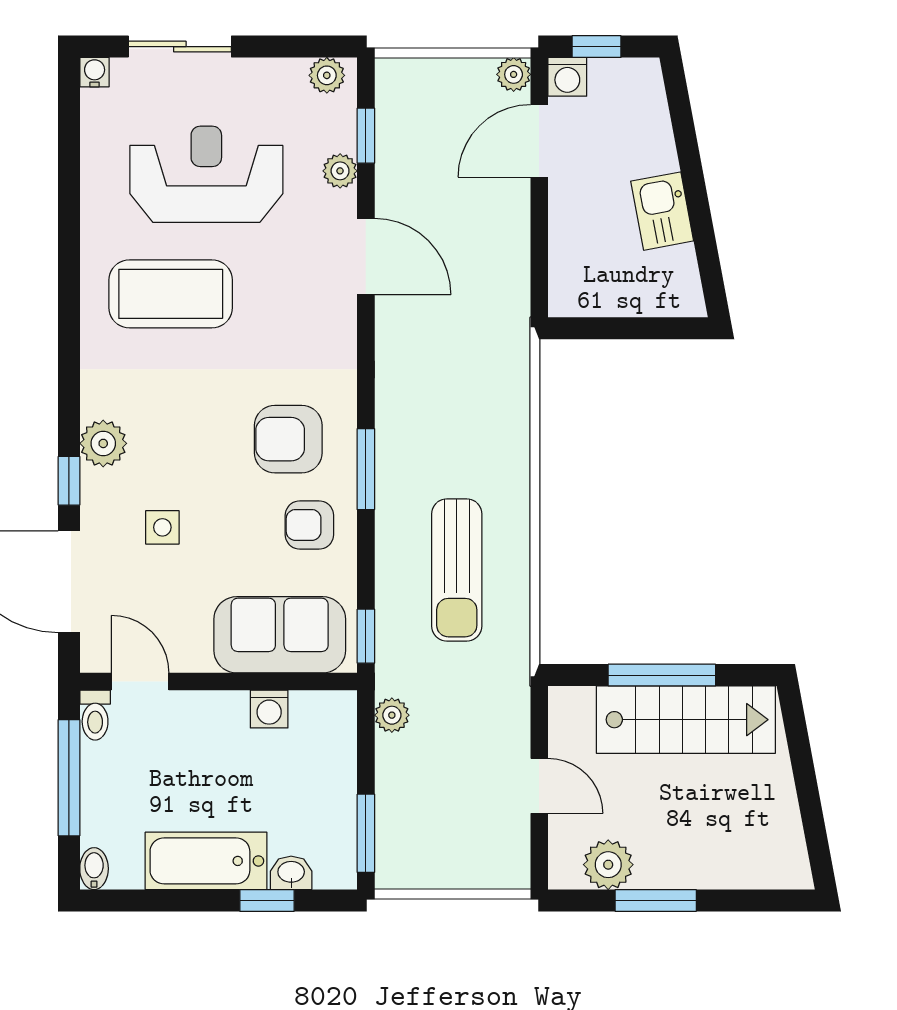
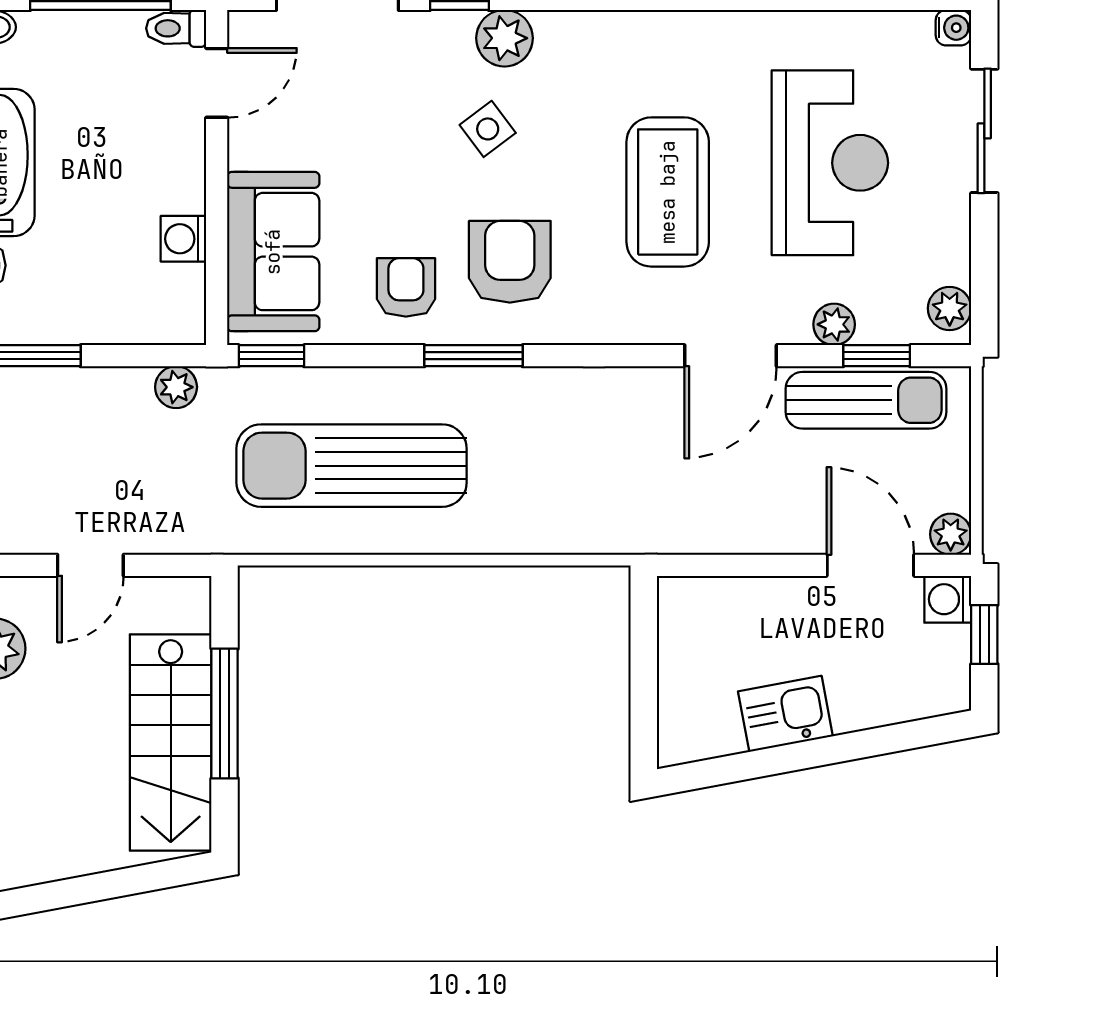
sun lounger: (403, 144) -> (866, 400), added
coffee table: (171, 294) -> (668, 192), moved
side table: (162, 527) -> (488, 129), moved, turned -37
sun lounger: (457, 570) -> (352, 466), width x1.36, depth x1.34

